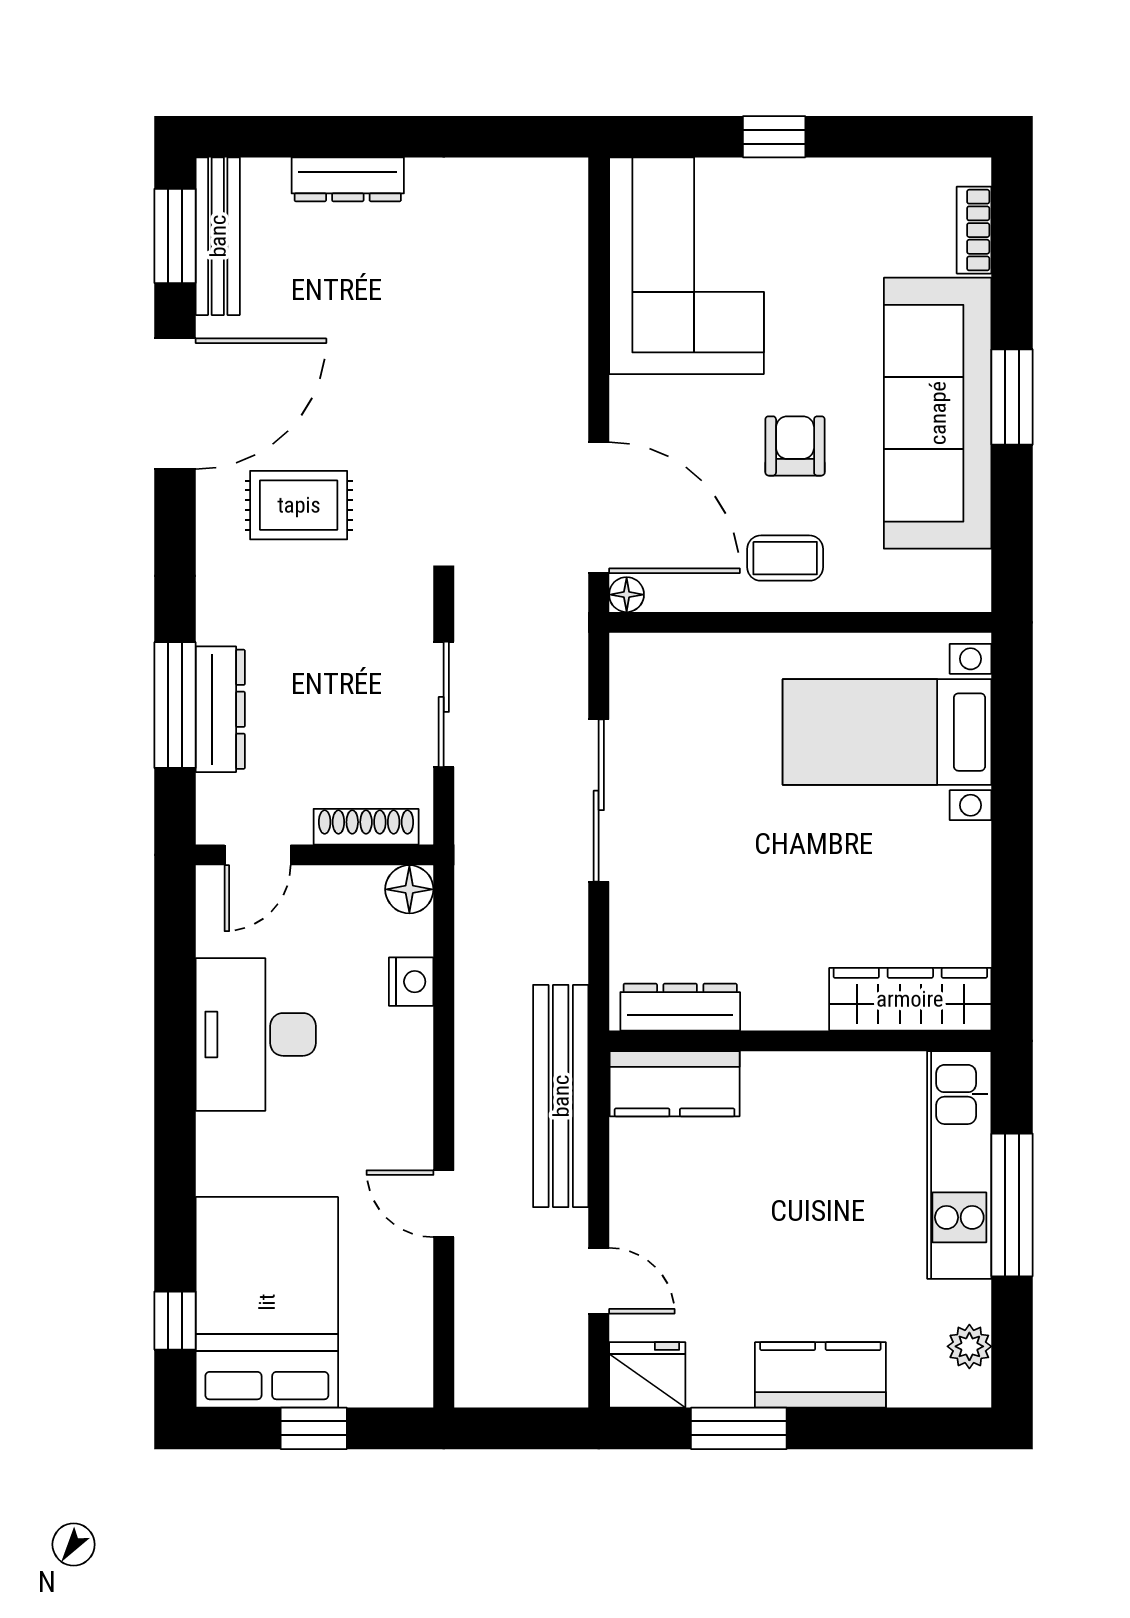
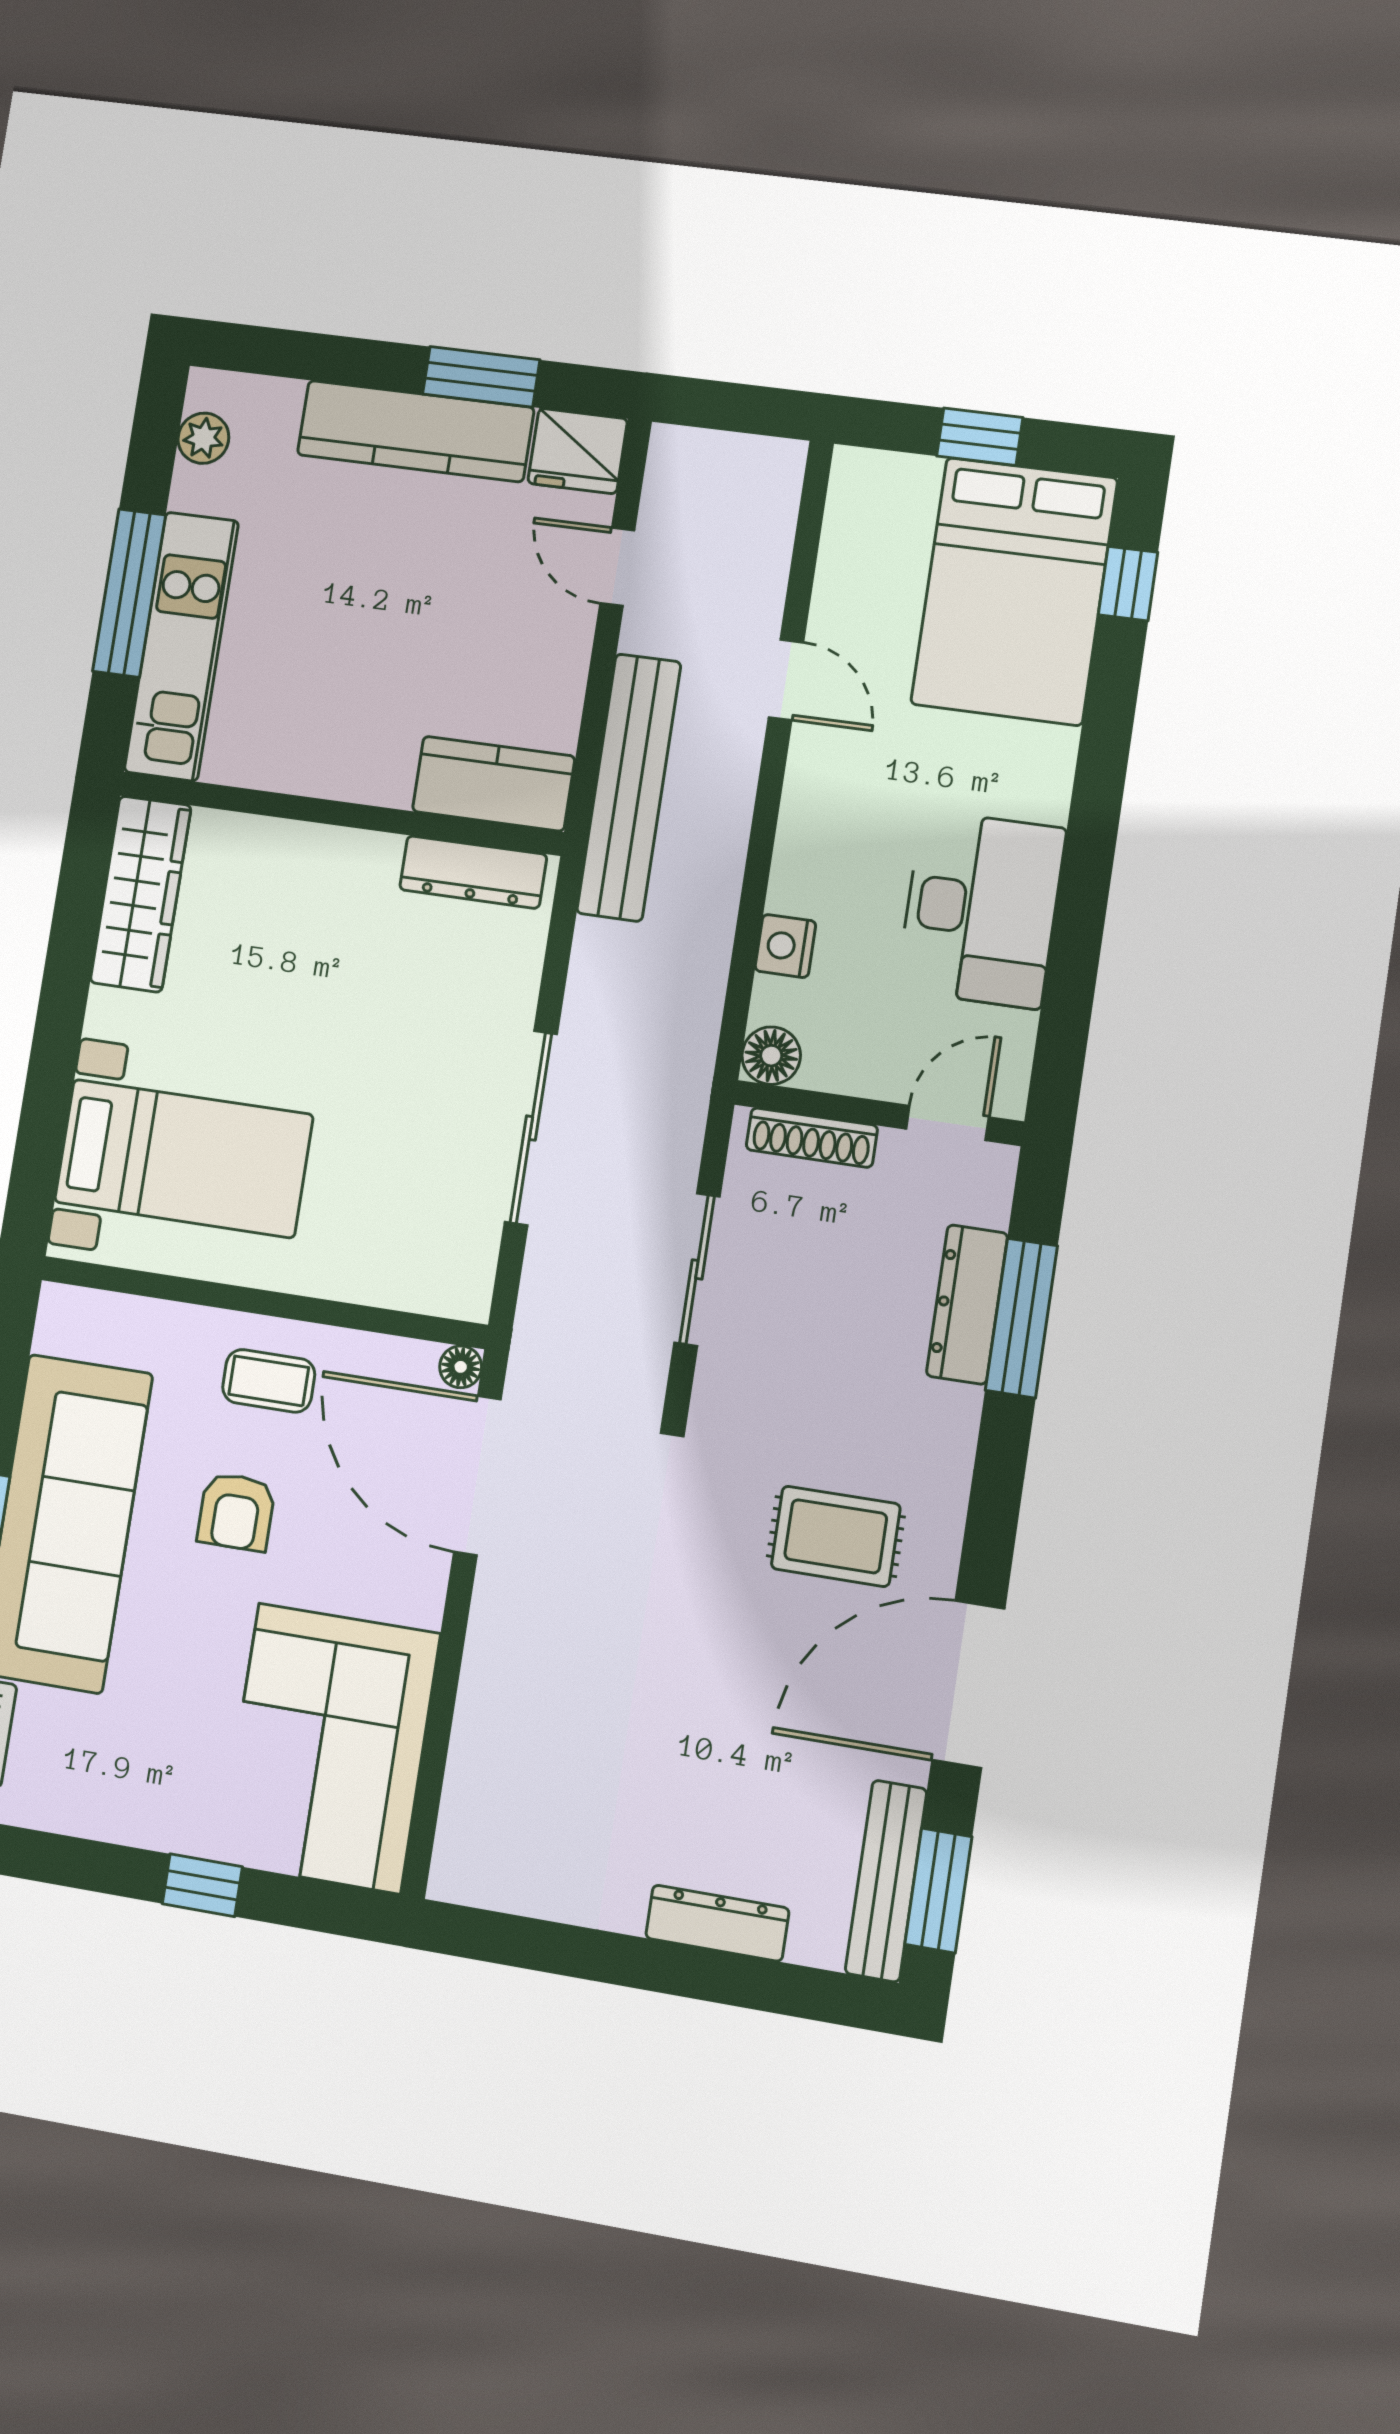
wardrobe: (910, 999) -> (141, 894), moved, turned -90
kitchen counter: (820, 1375) -> (415, 431), width x1.50

